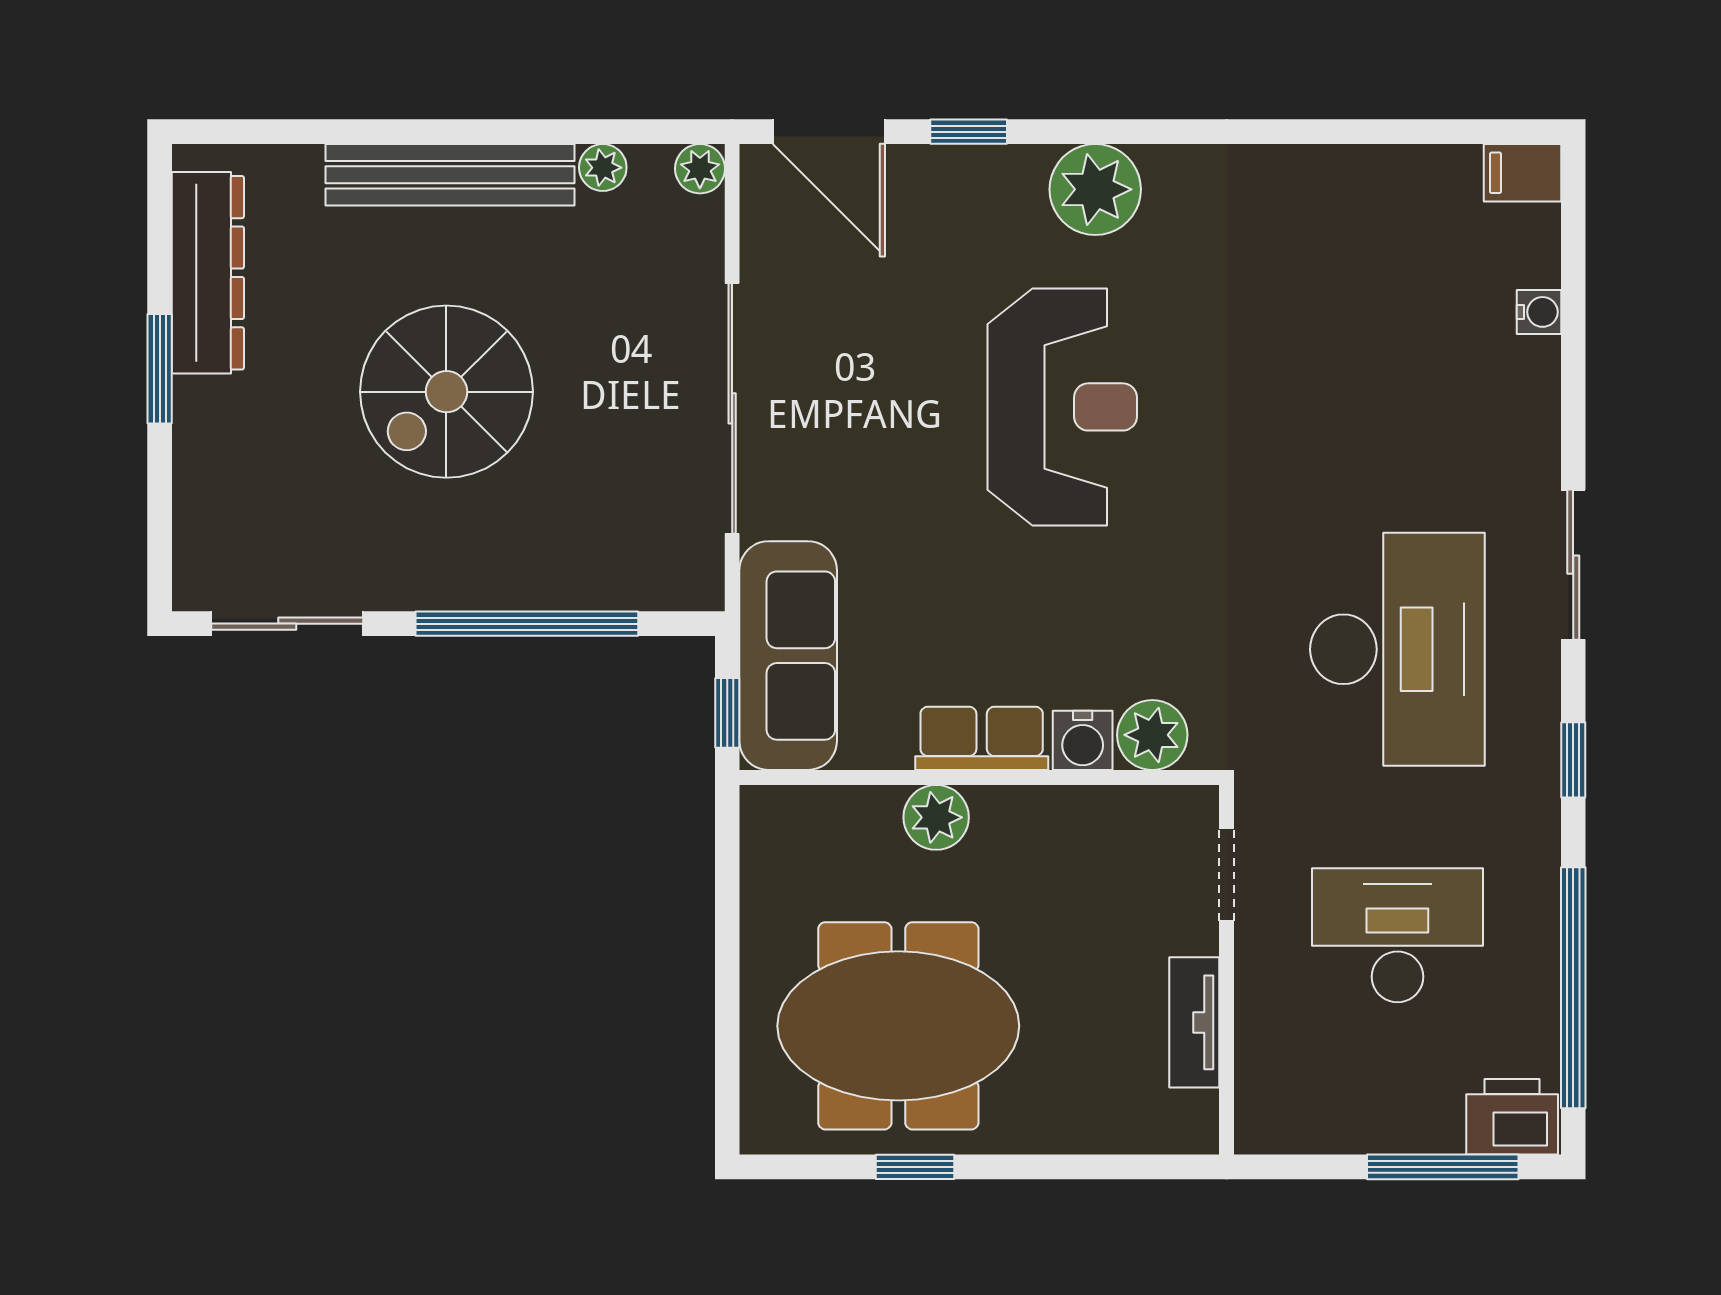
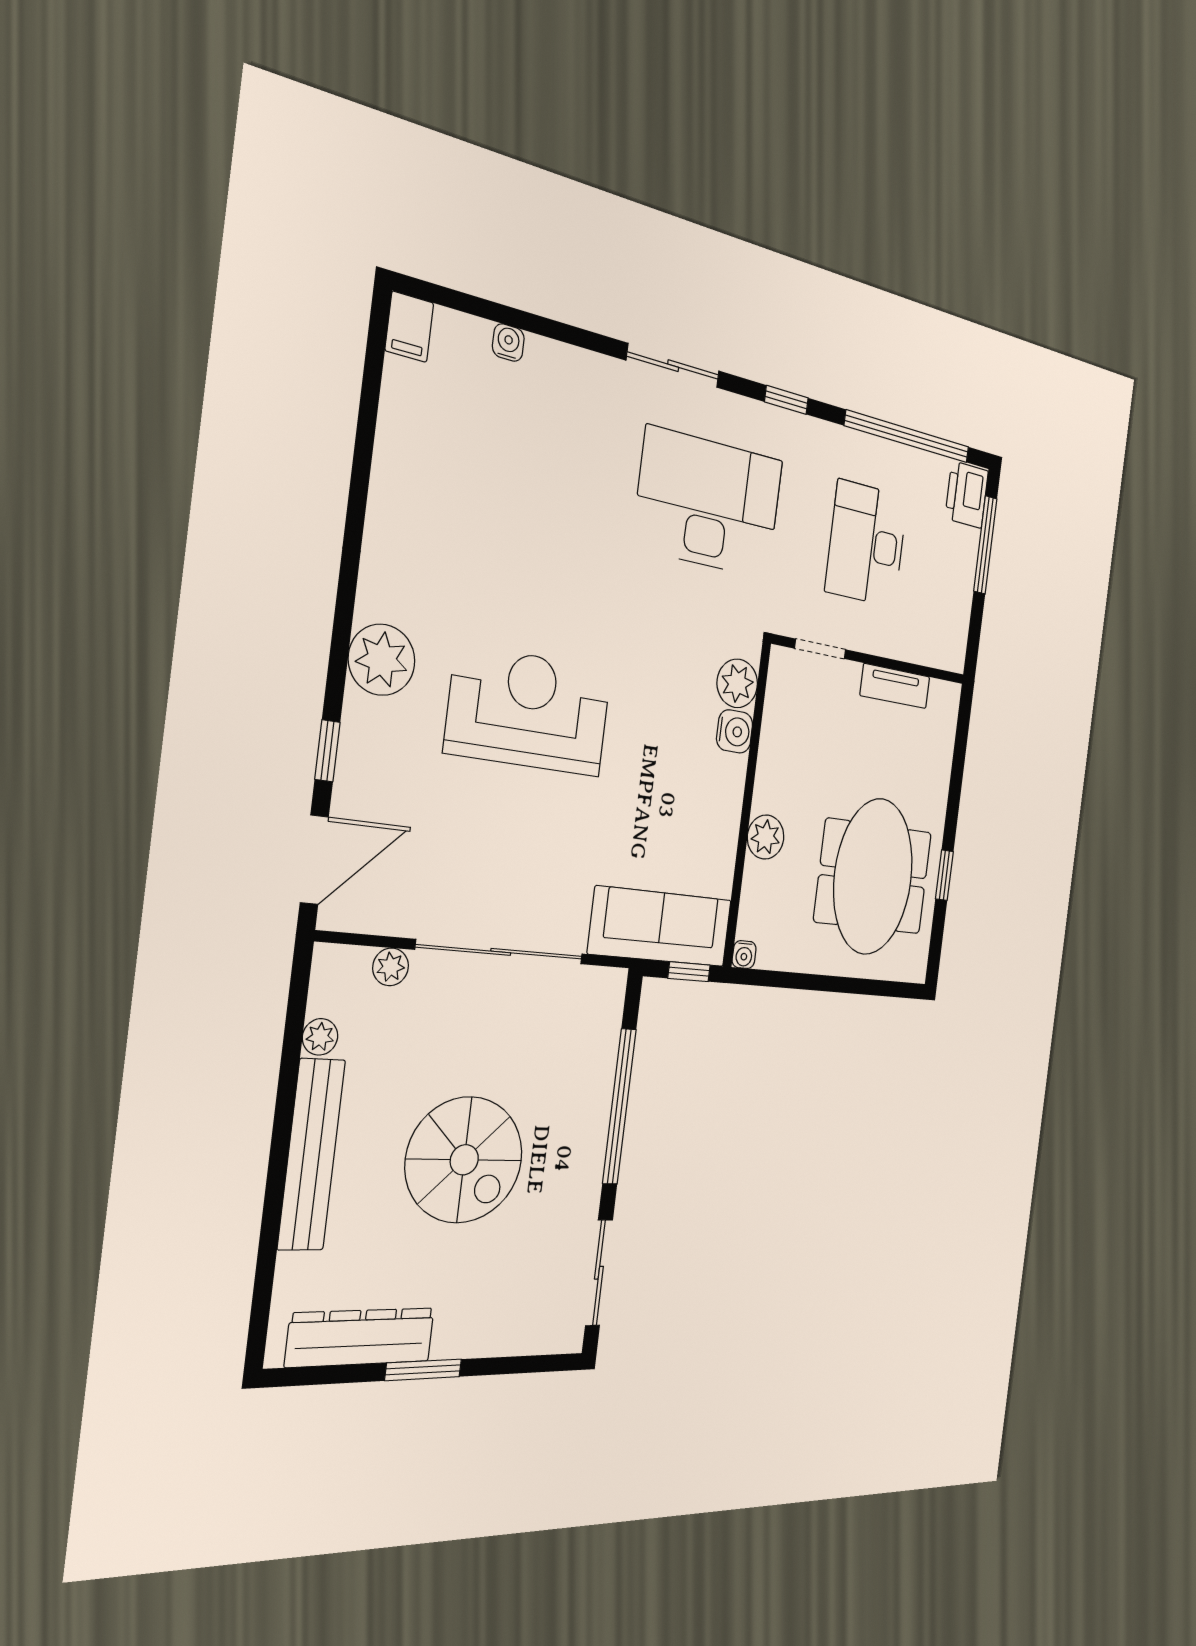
plant: (700, 169) -> (391, 967), moved
row of seats: (982, 738) -> (725, 800), removed
water cooler: (760, 805) -> (744, 955), added

